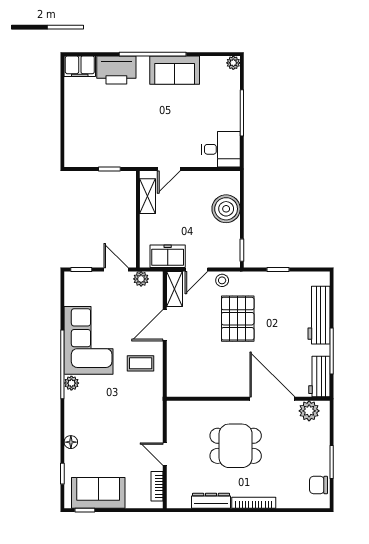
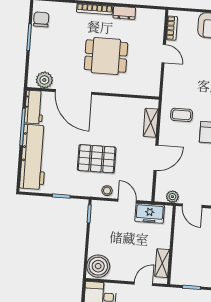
boiler: (226, 209) -> (98, 266), moved
door: (196, 270) -> (127, 201), hinge flipped
shelving: (174, 289) -> (151, 123), moved
workbench: (319, 315) -> (34, 157), width x1.36, depth x1.32
pallet: (238, 319) -> (97, 159), turned 90
coffee table: (141, 363) -> (182, 115), moved
chair: (319, 485) -> (41, 19), turned -90
dresser: (211, 501) -> (124, 13), width x0.70

